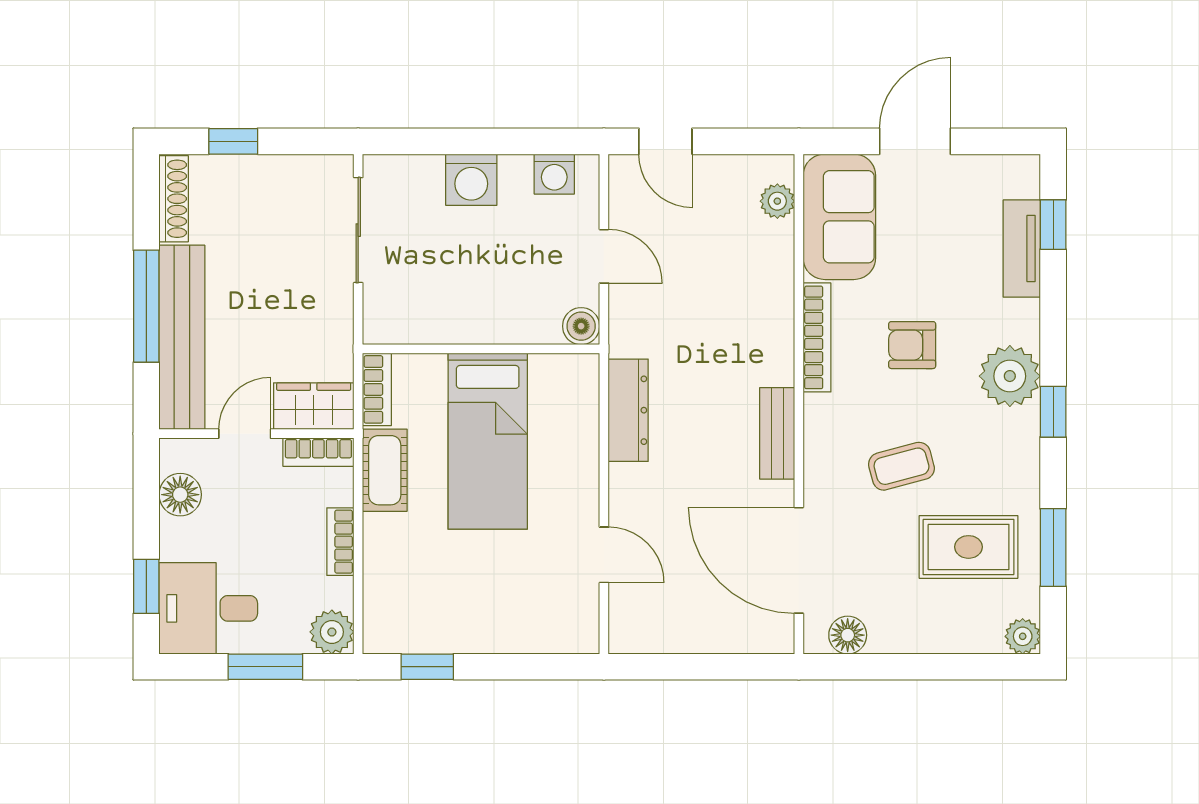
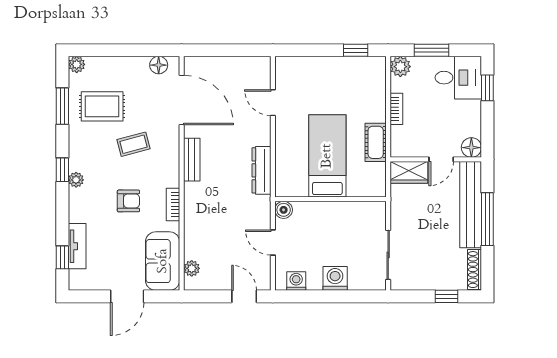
bookcase: (817, 337) -> (173, 205), width x0.64
plant: (1010, 376) -> (76, 180), width x0.53, depth x0.53
bookcase: (377, 389) -> (379, 180), removed
bookcase: (318, 452) -> (407, 151), removed
floor lamp: (180, 495) -> (471, 148), moved

